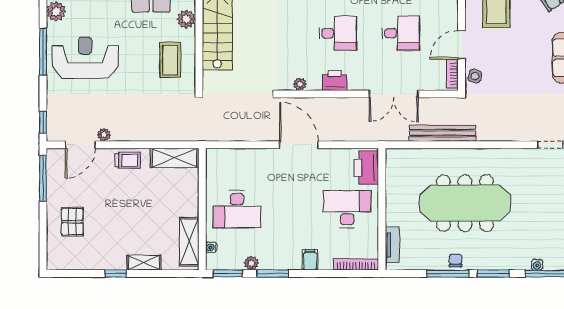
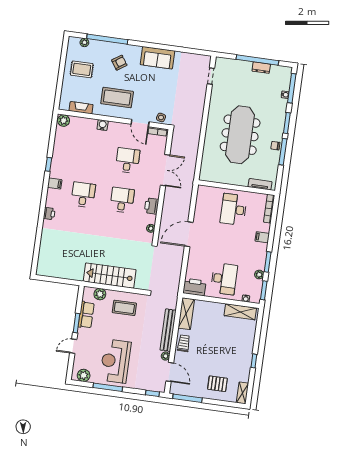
bench: (442, 133) -> (168, 330), moved
printer: (366, 168) -> (195, 287), moved, turned 180
shelving: (144, 263) -> (242, 393), moved

